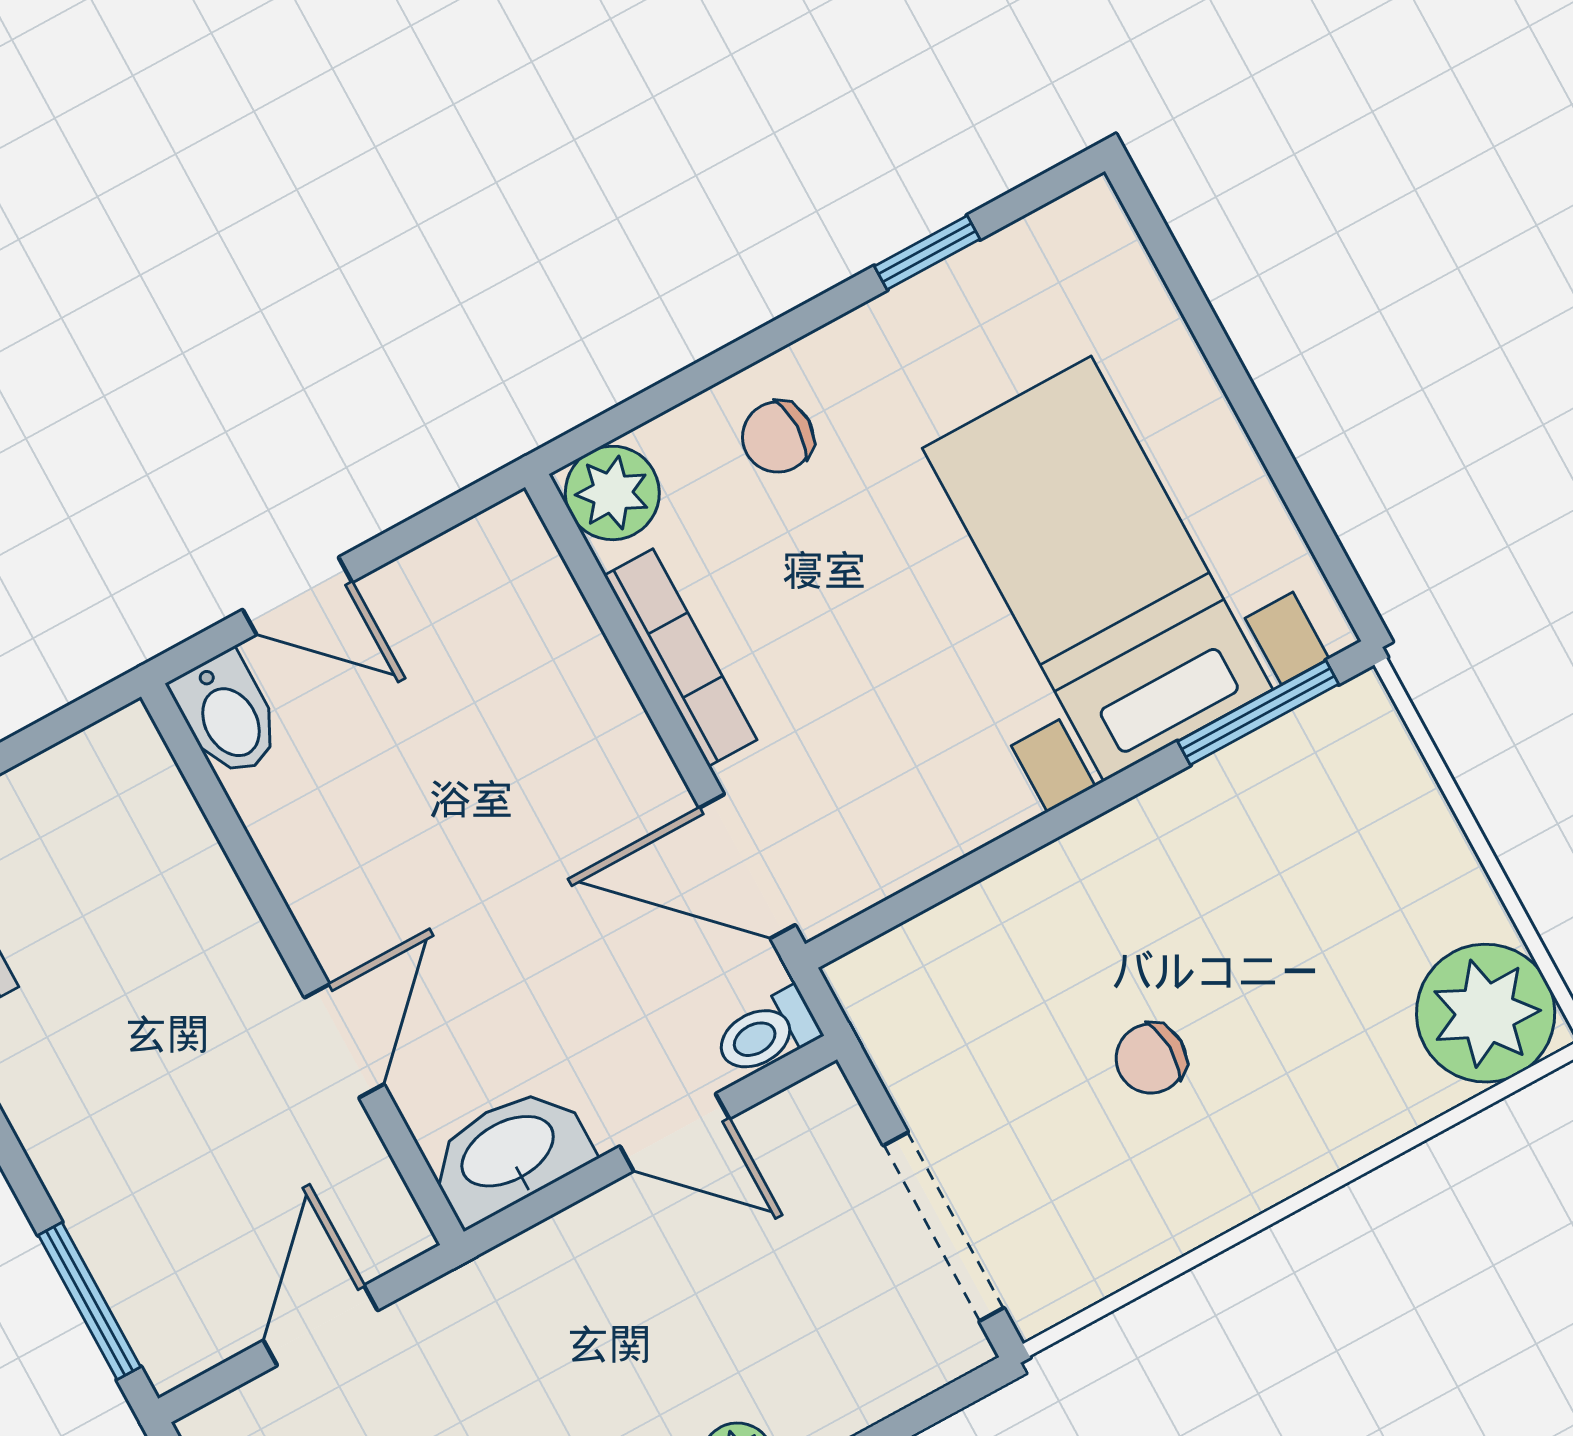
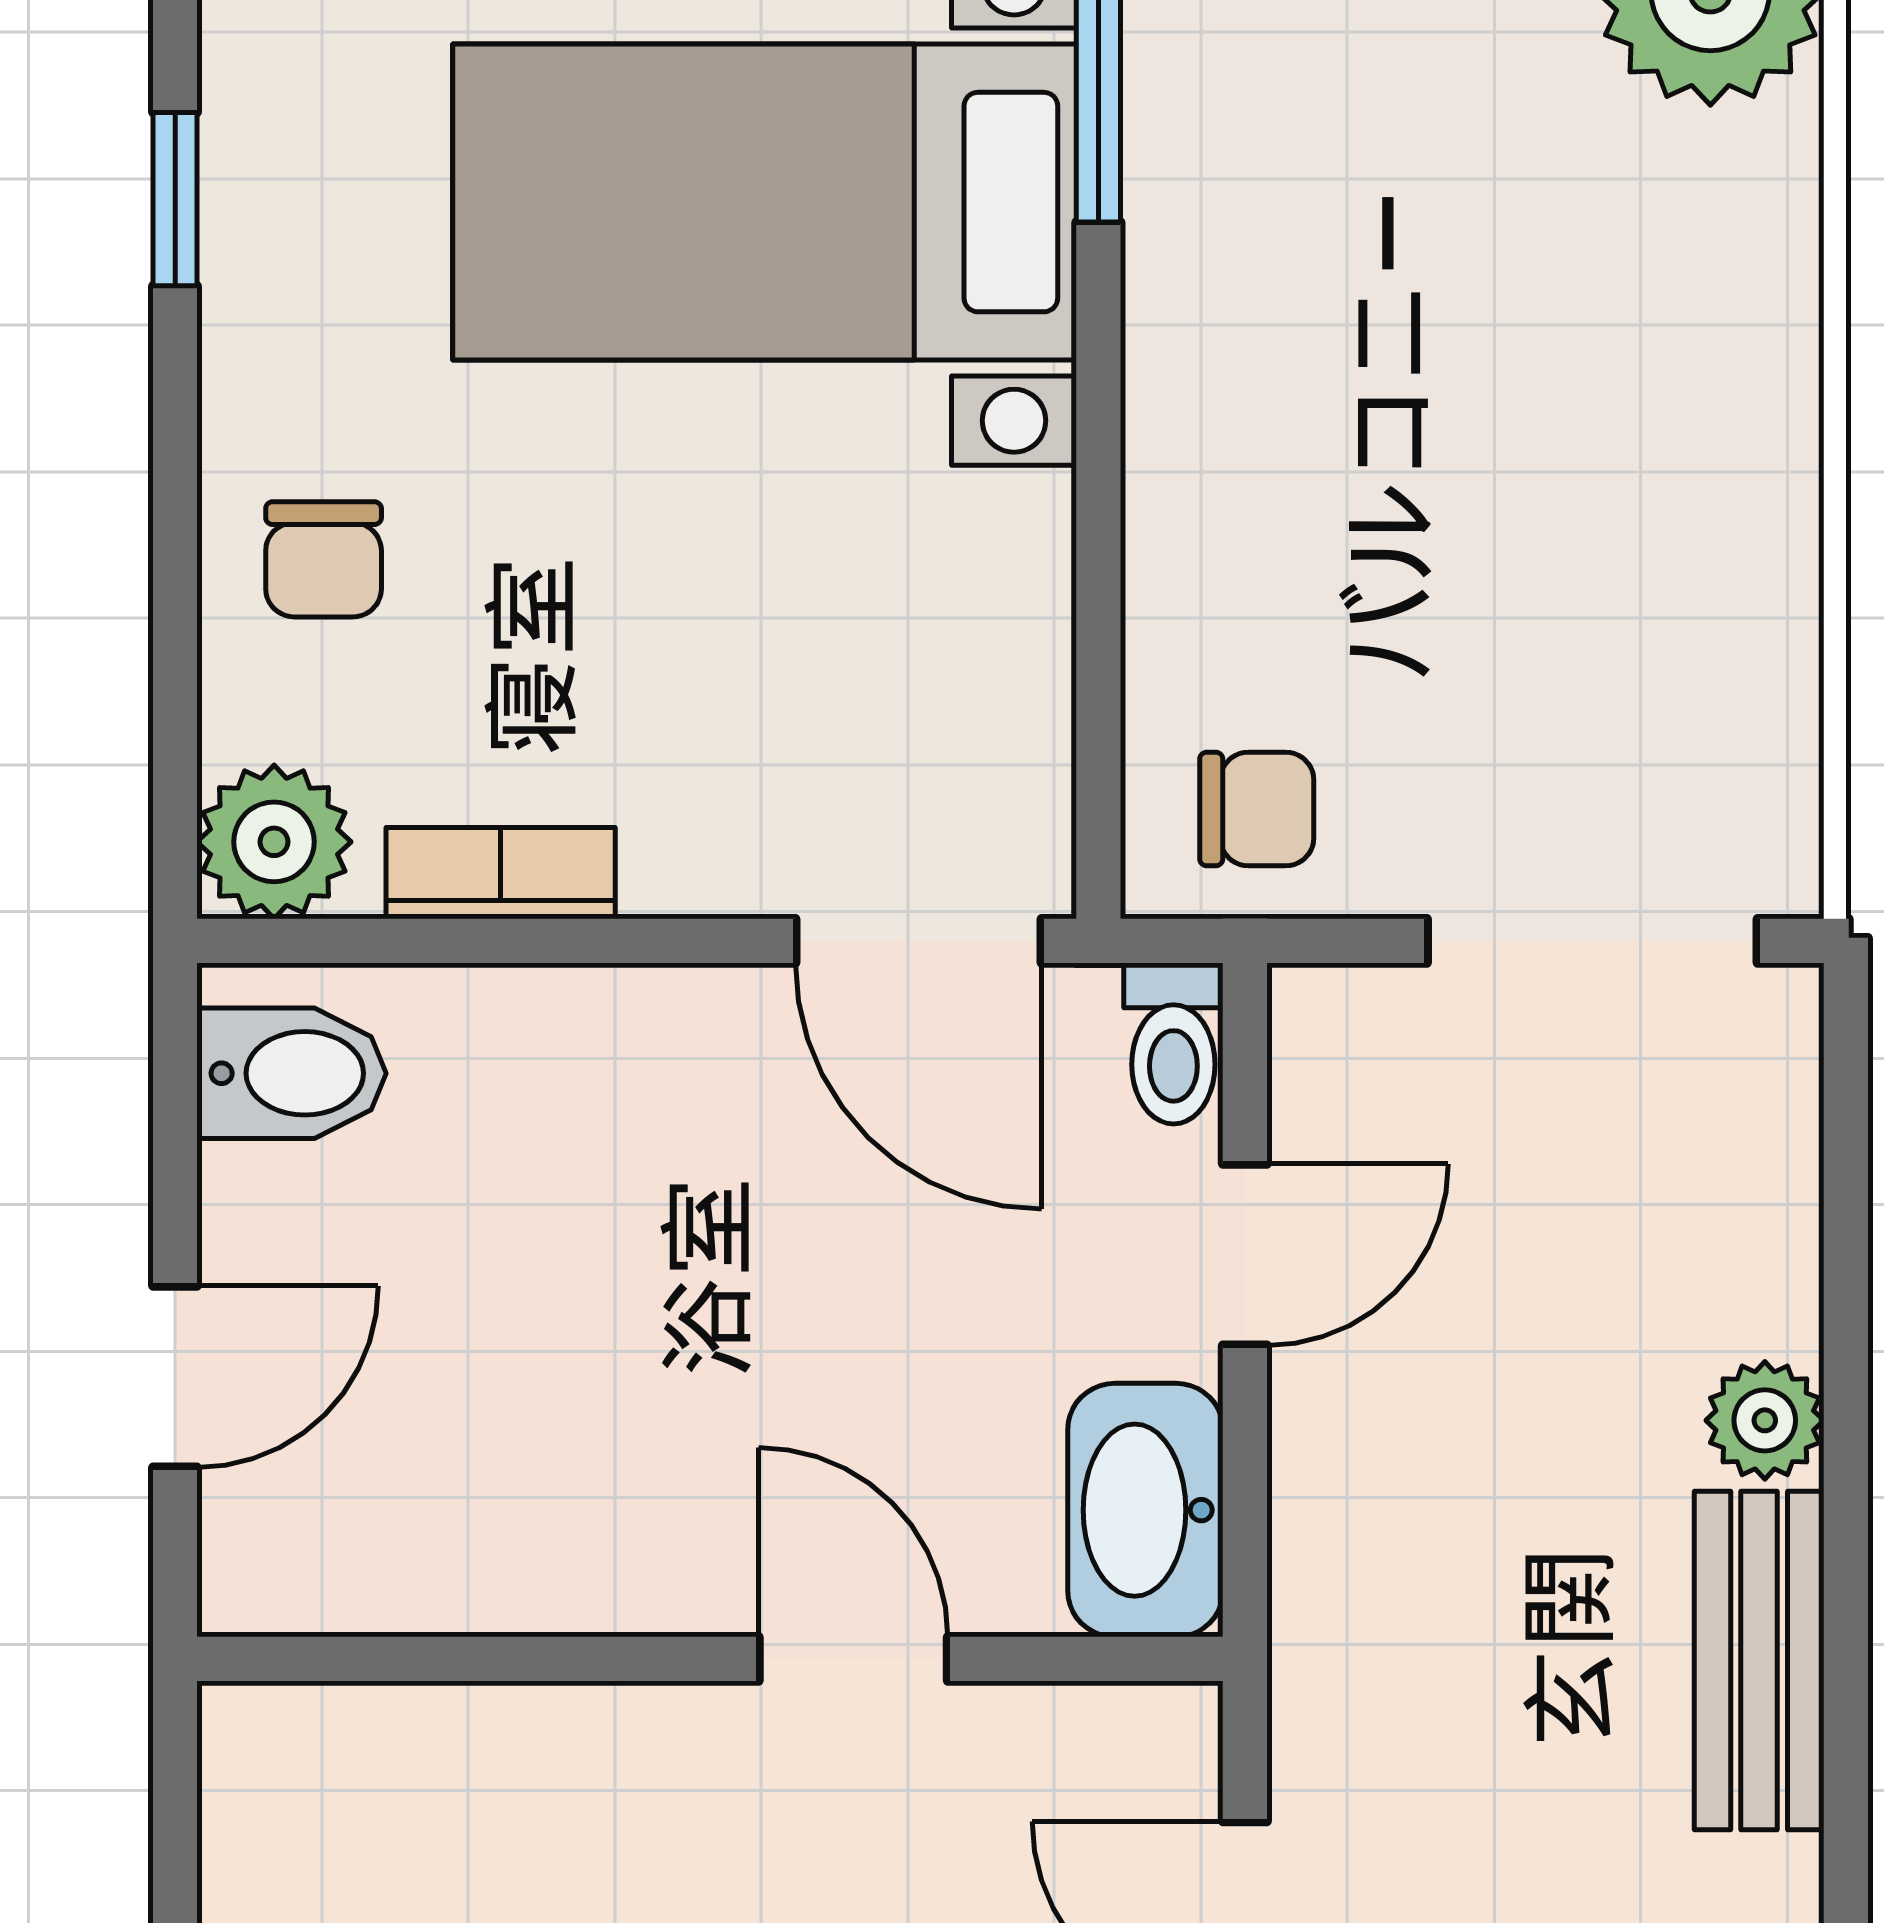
bookcase: (680, 658) -> (501, 873), width x0.64
bidet: (227, 715) -> (292, 1073), moved
door: (747, 866) -> (918, 941), hinge flipped
chair: (1151, 1059) -> (1257, 809), moved, turned -88

